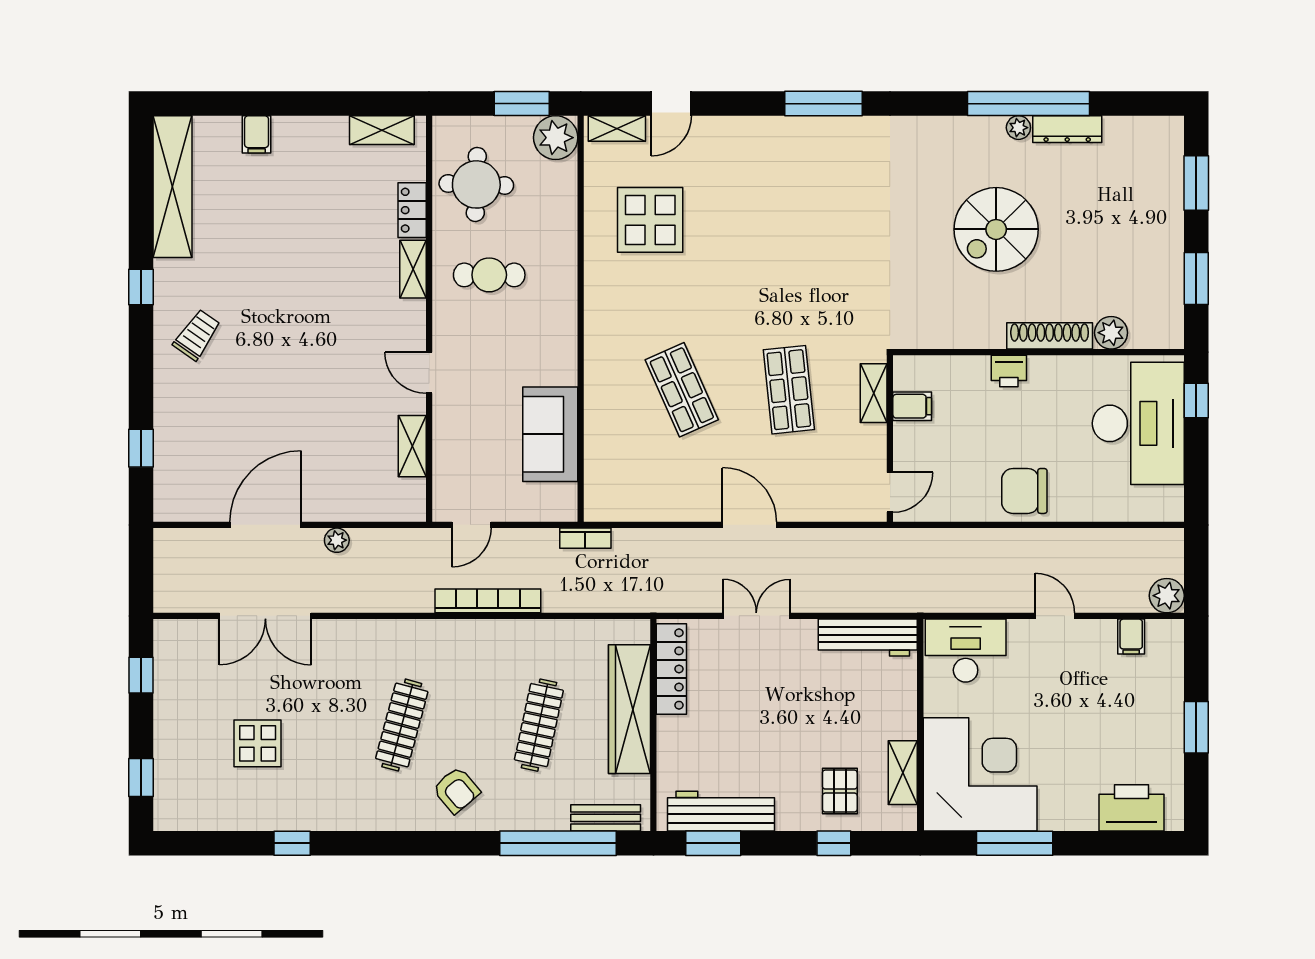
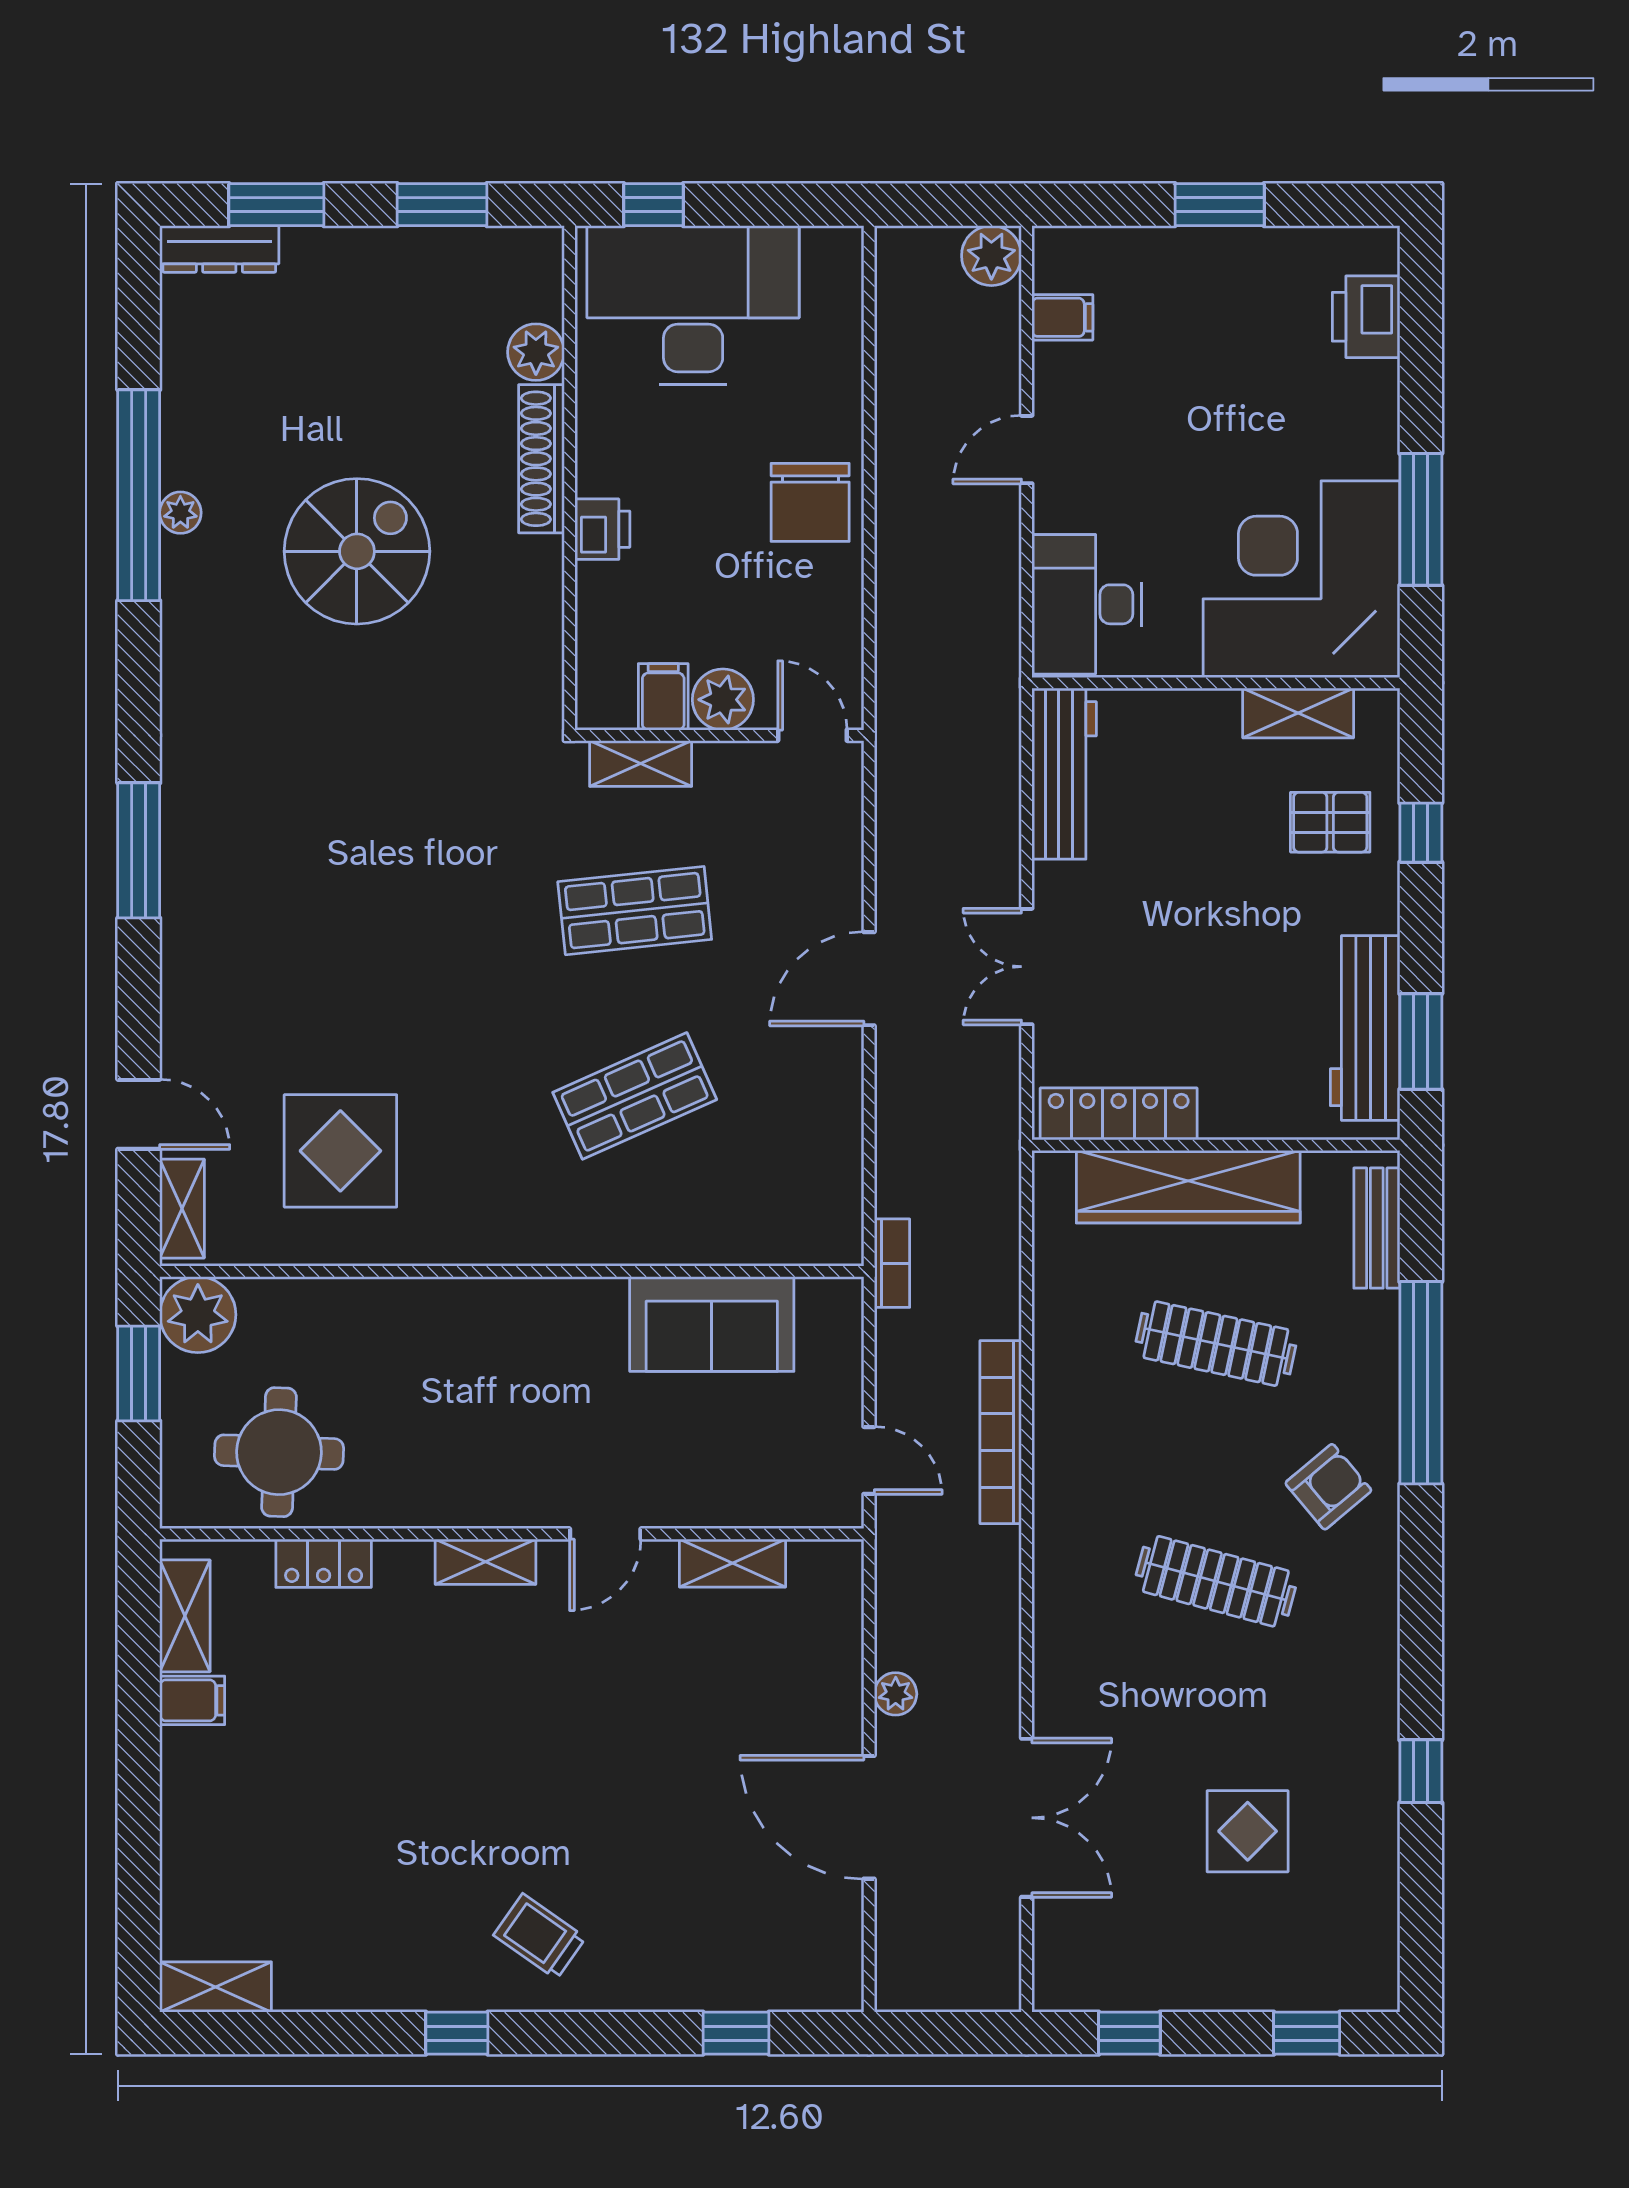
dresser: (1067, 129) -> (219, 249), moved, turned 90
filing cabinet: (257, 134) -> (192, 1700), moved
shelving: (173, 187) -> (216, 1987), width x0.45, depth x0.75
spiral stairs: (996, 229) -> (357, 551), turned -90
shelving: (413, 269) -> (485, 1562), moved
cafe table: (489, 275) -> (436, 1430), removed
plant: (911, 441) -> (723, 700), added
printer: (1131, 808) -> (1366, 317), width x0.73, depth x0.84
window: (558, 843) -> (1421, 1383), moved

